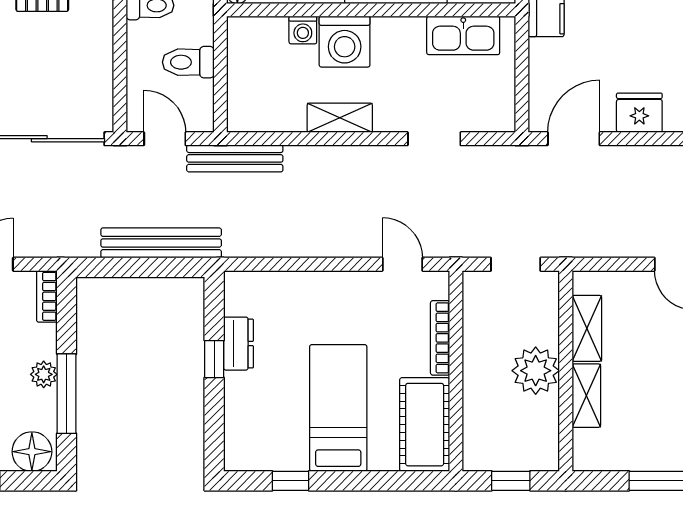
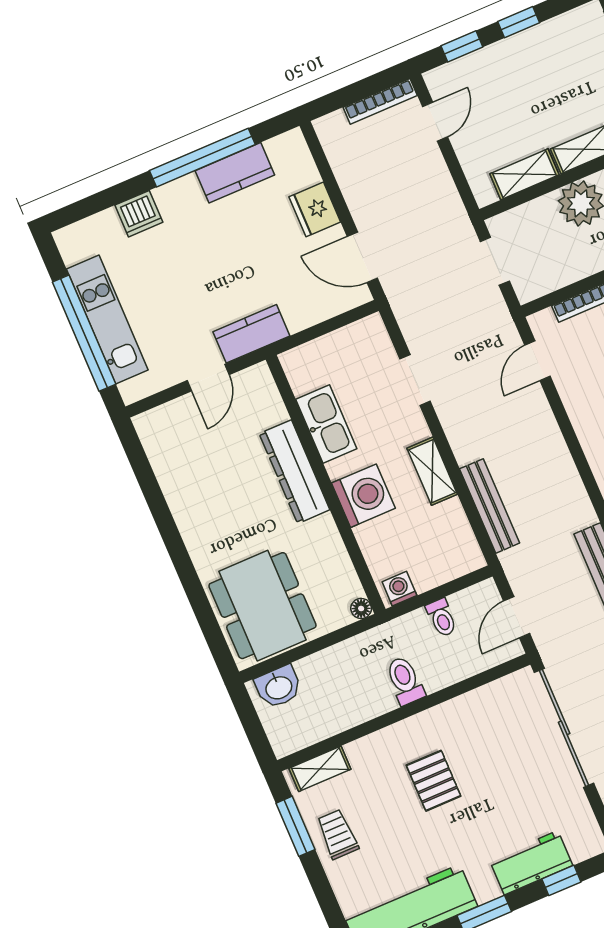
washing machine: (303, 30) -> (399, 589), moved, turned -90
kitchen sink: (463, 35) -> (326, 424), moved
toilet: (188, 62) -> (442, 618), width x0.73, depth x0.72
bench: (235, 158) -> (490, 506), moved

